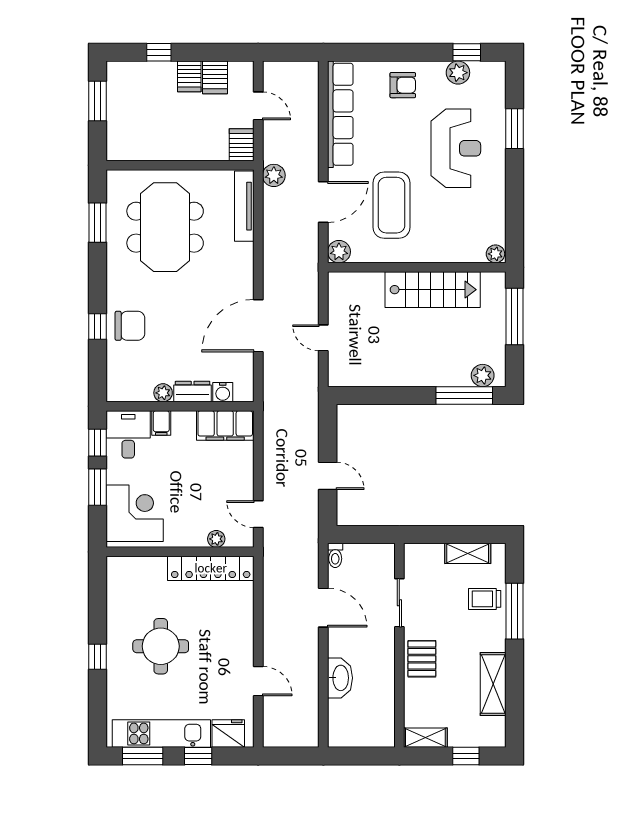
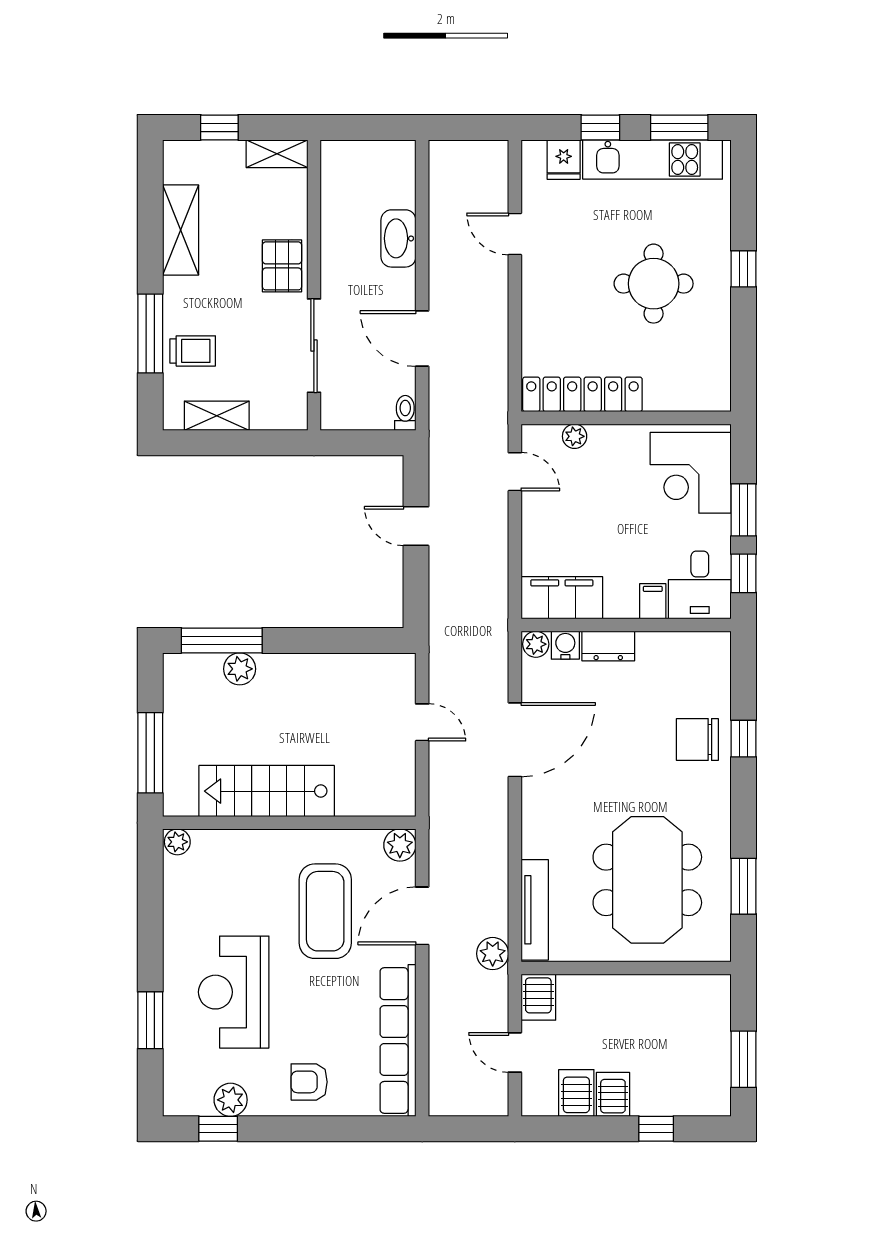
plant: (483, 375) -> (240, 669), moved
plant: (163, 393) -> (536, 644), moved
sliding door: (399, 603) -> (314, 346), width x1.37
fridge: (228, 733) -> (564, 160), width x0.72

